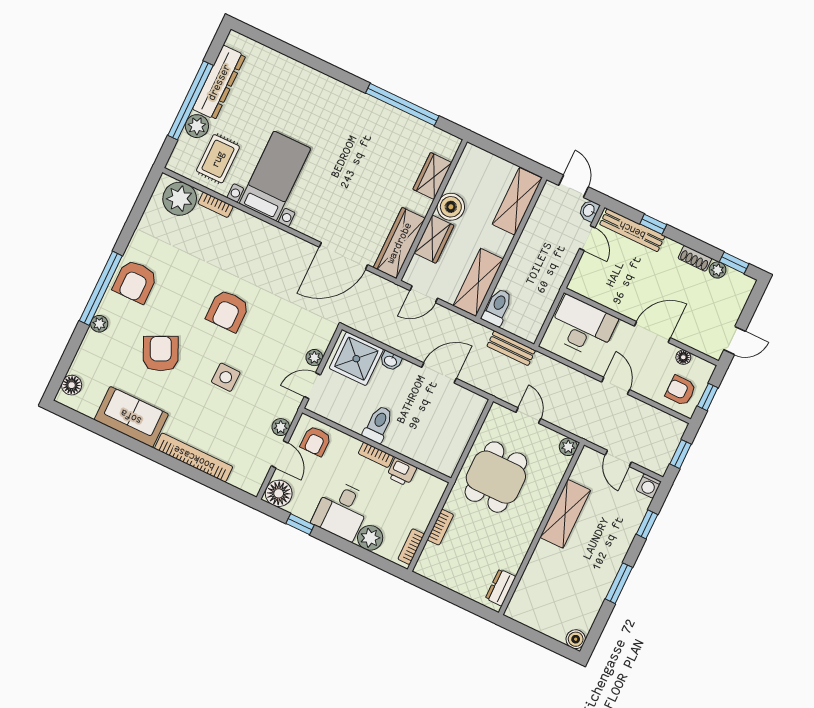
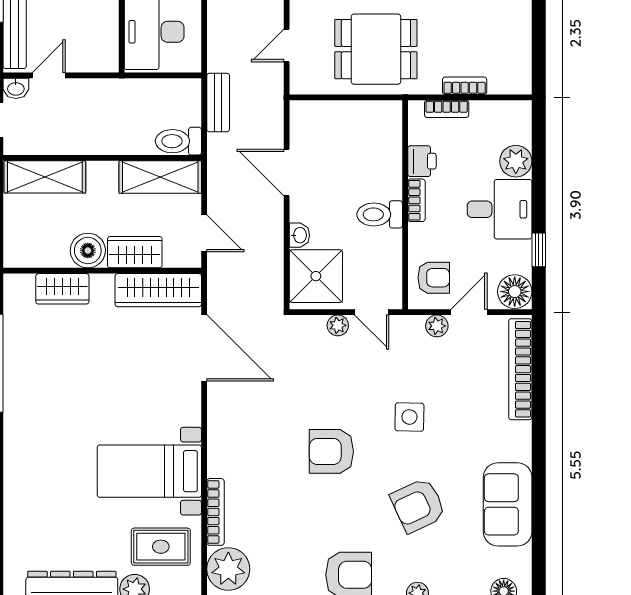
bookcase: (216, 205) -> (215, 512), width x1.56
armchair: (228, 311) -> (331, 451), turned 180
bookcase: (194, 458) -> (520, 369), moved
bookcase: (411, 547) -> (447, 109), moved

